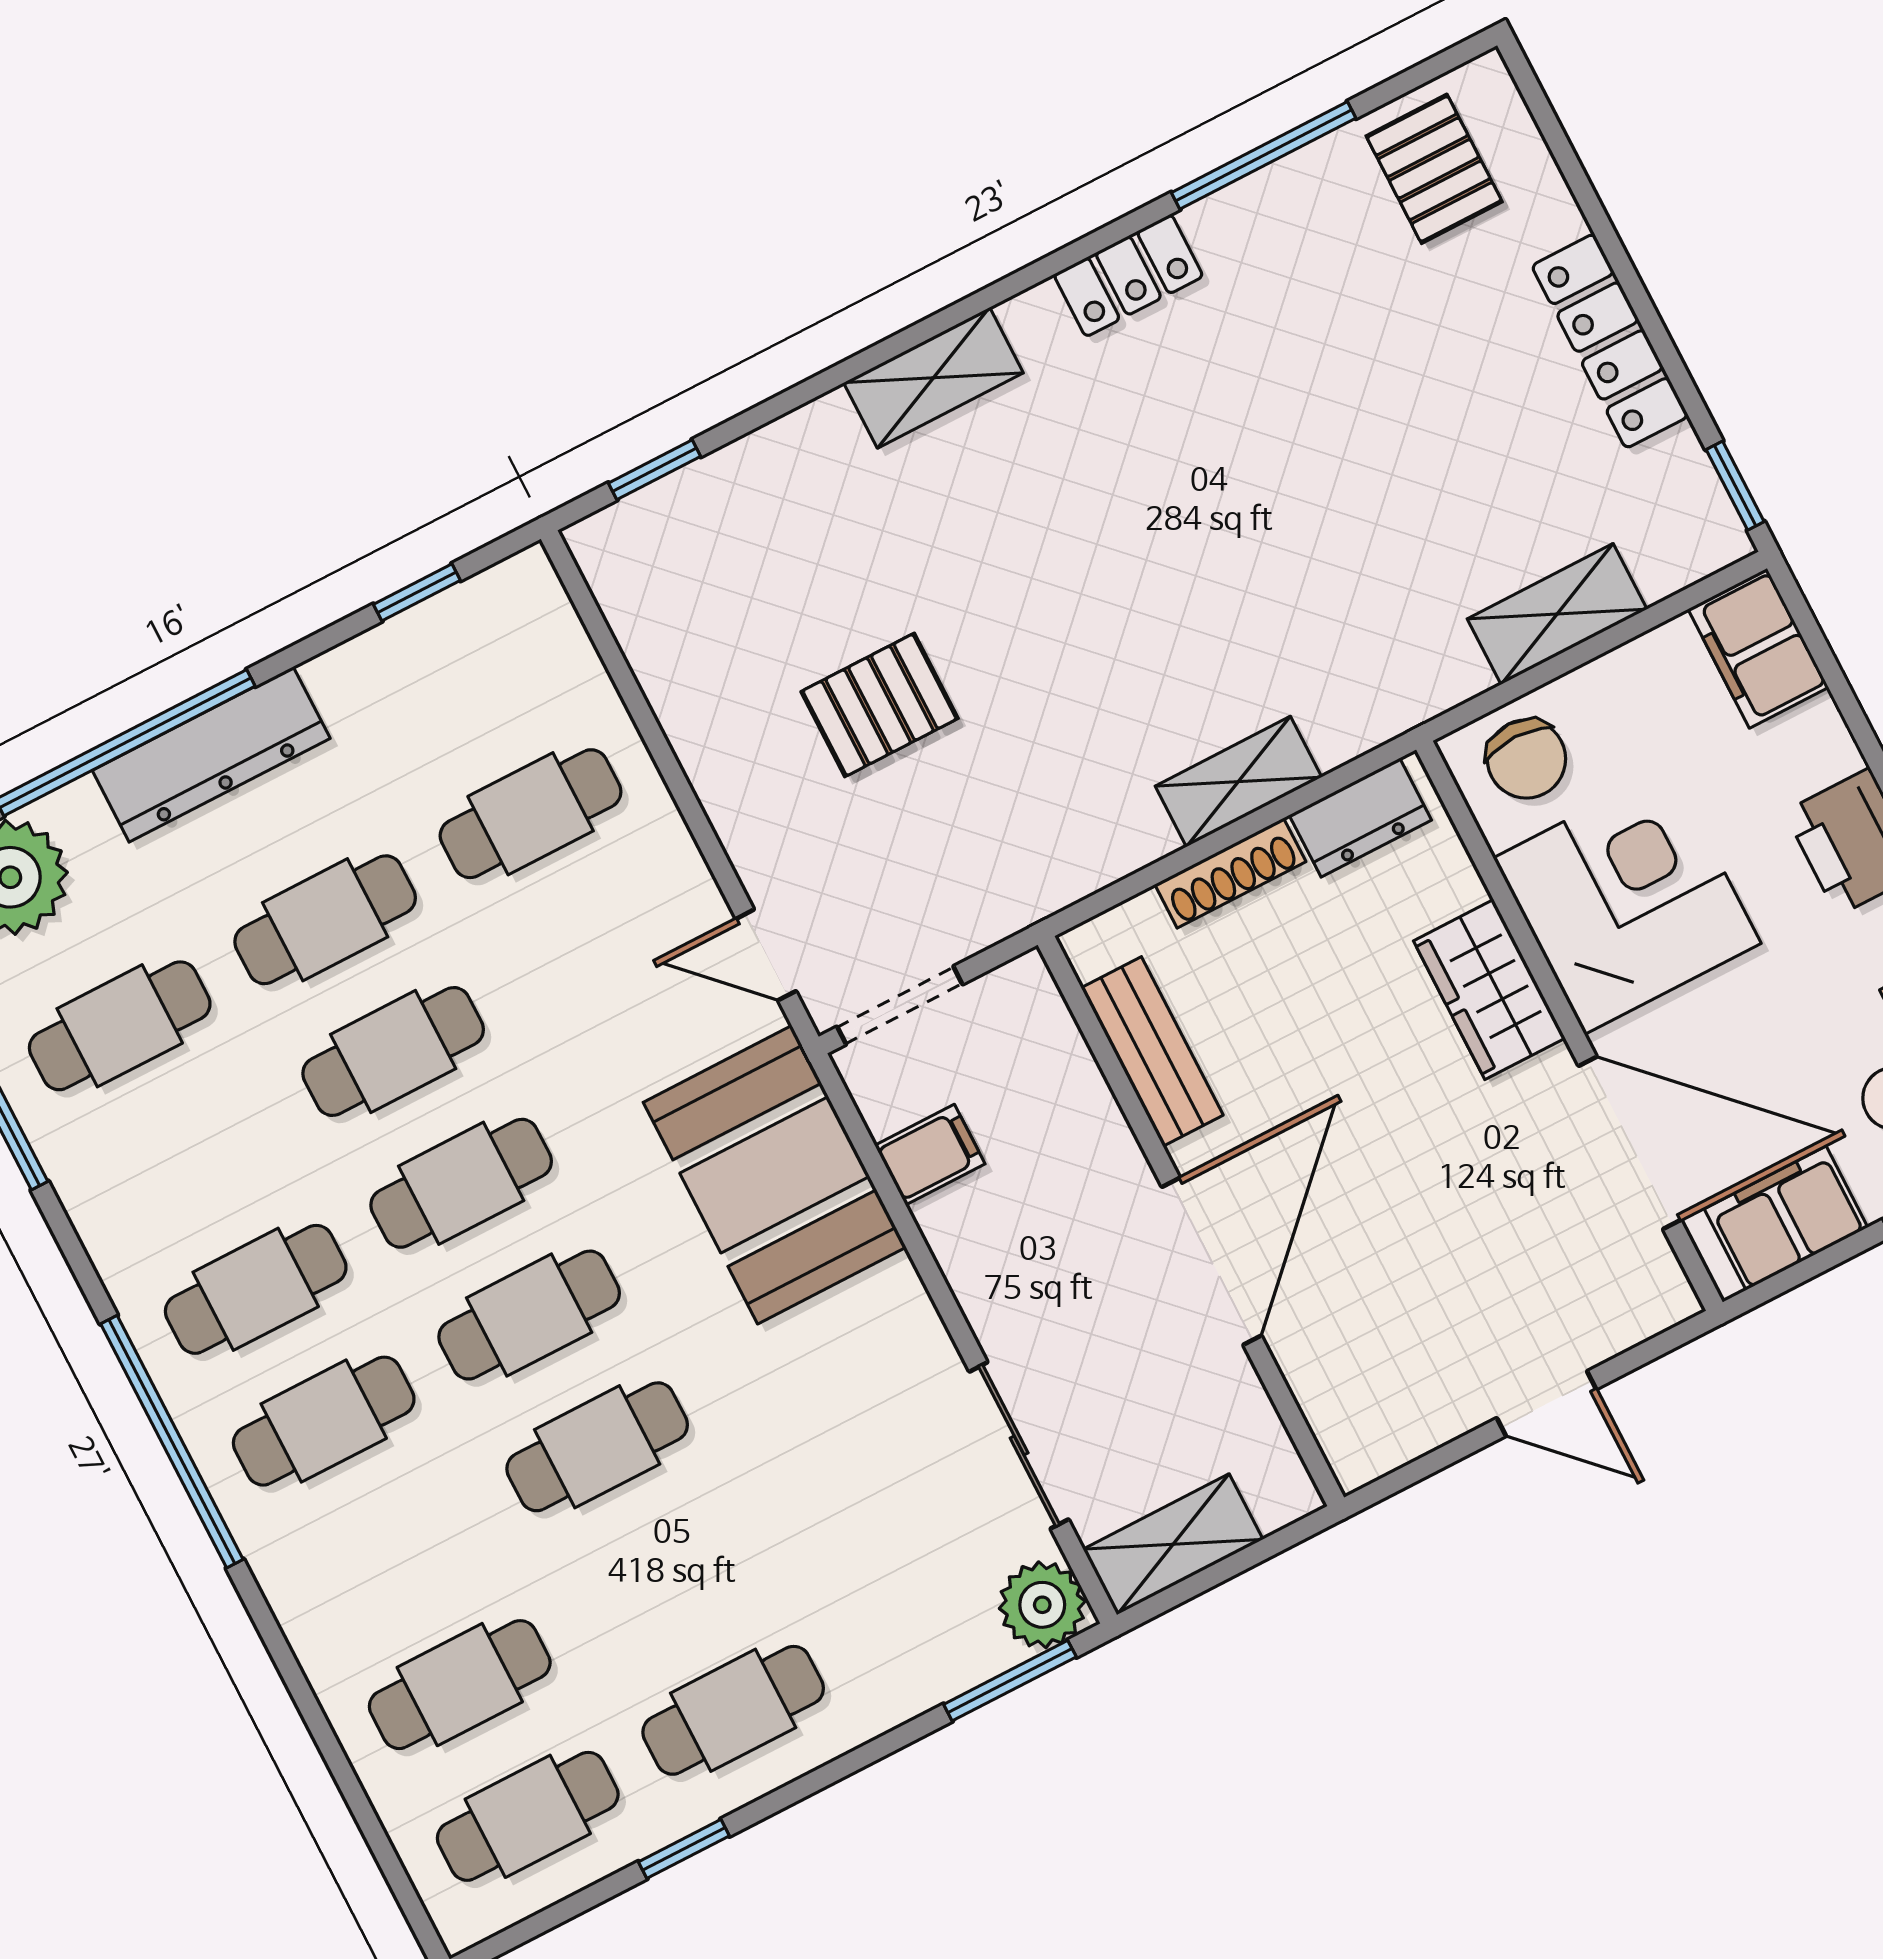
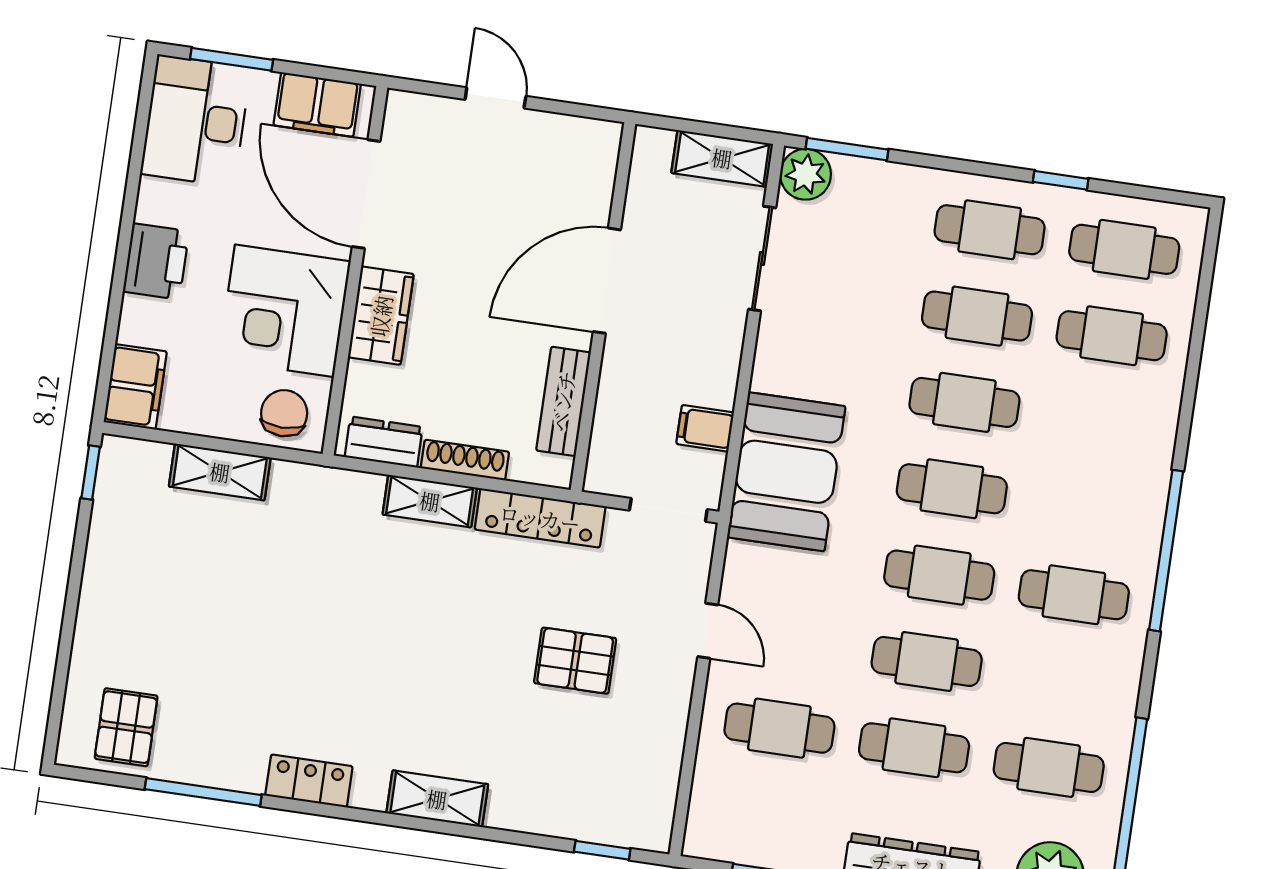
locker: (1610, 341) -> (540, 518), moved, turned 90
door: (766, 955) -> (708, 631), moved
cafe table: (324, 1421) -> (977, 316), moved

